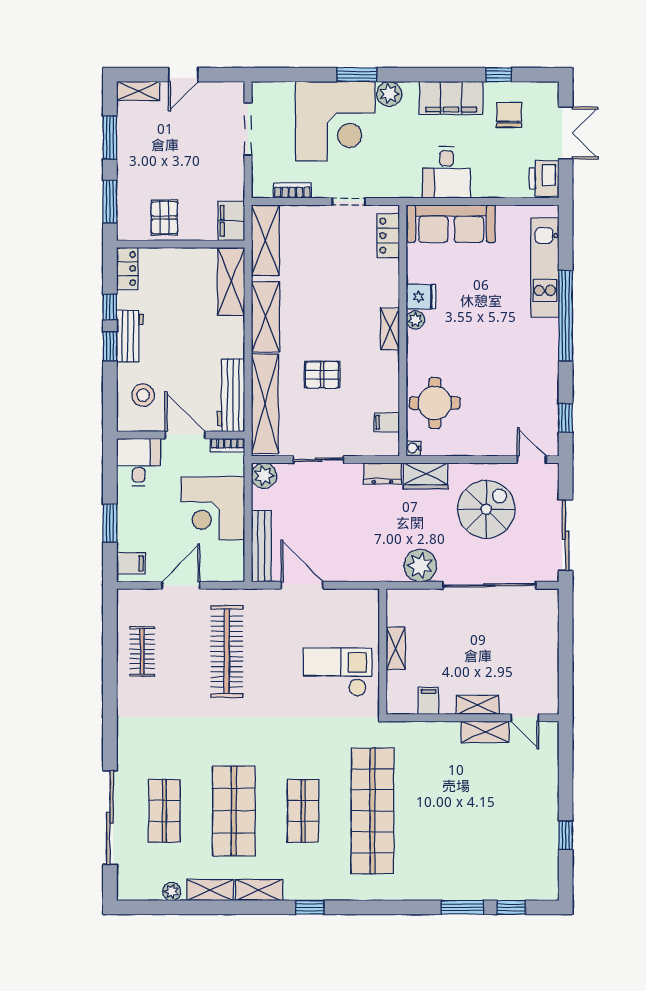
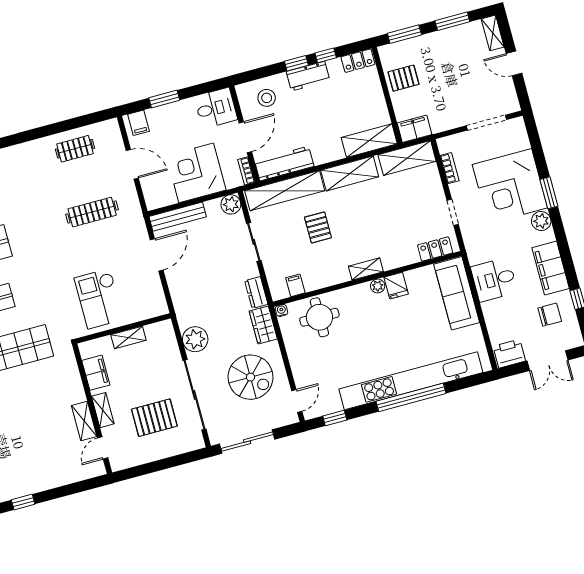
kitchen unit: (545, 267) -> (411, 381), width x1.86
pallet: (504, 643) -> (154, 418), added
clothes rail: (227, 651) -> (92, 212), width x0.73, depth x0.76
checkout: (337, 672) -> (99, 299), turned 180
filing cabinet: (429, 701) -> (96, 373), width x2.00

